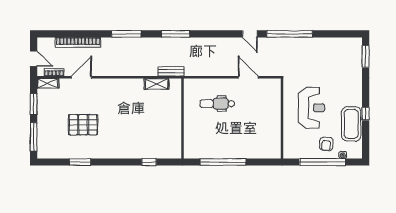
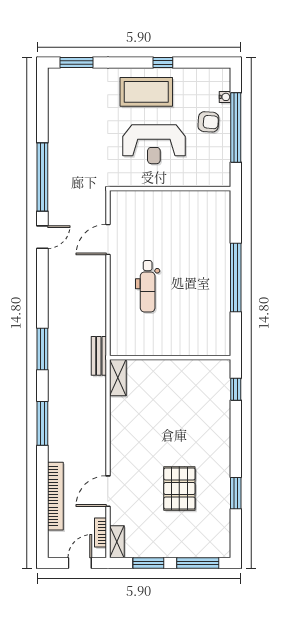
door: (81, 77) -> (108, 491), hinge flipped
reception desk: (311, 108) -> (154, 144), turned 180
wall: (182, 119) -> (170, 358), moved
coffee table: (351, 124) -> (146, 92), moved

